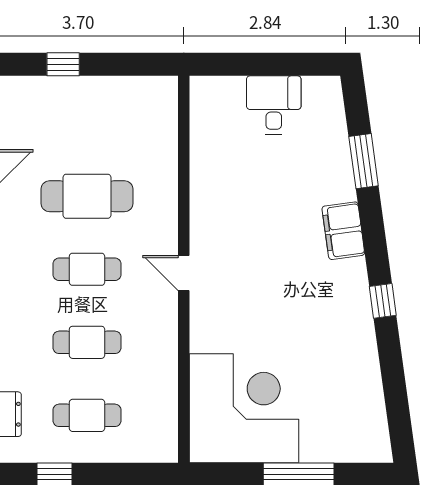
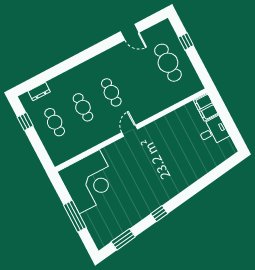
window: (364, 161) -> (123, 239), moved
cafe table: (87, 196) -> (168, 63), moved
filing cabinet: (343, 231) -> (206, 107), moved, turned -82

